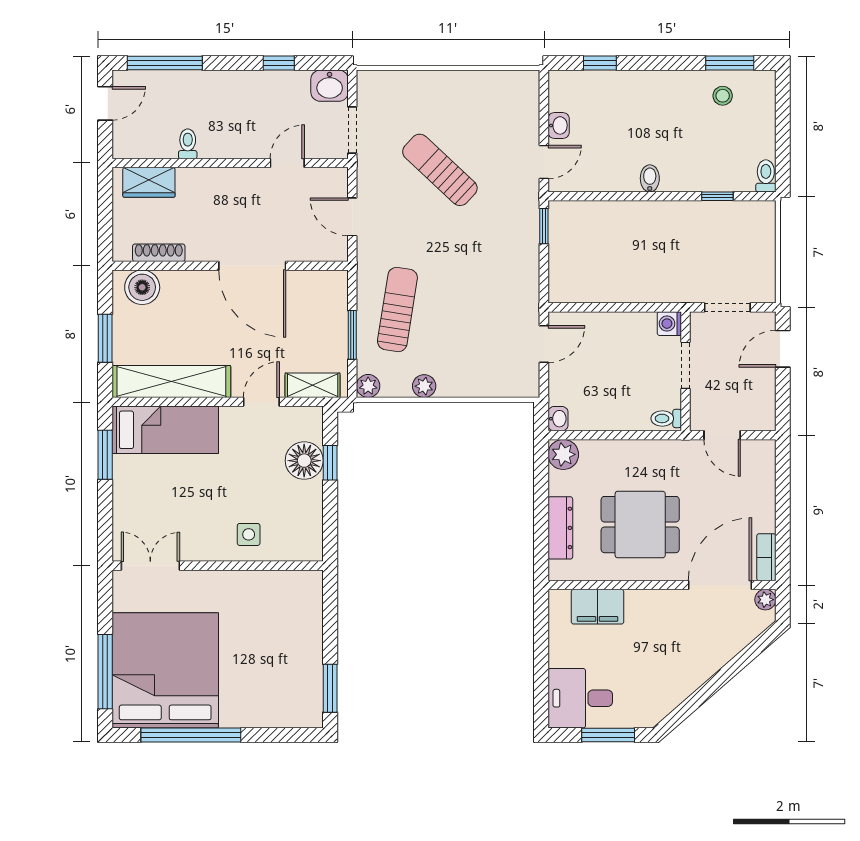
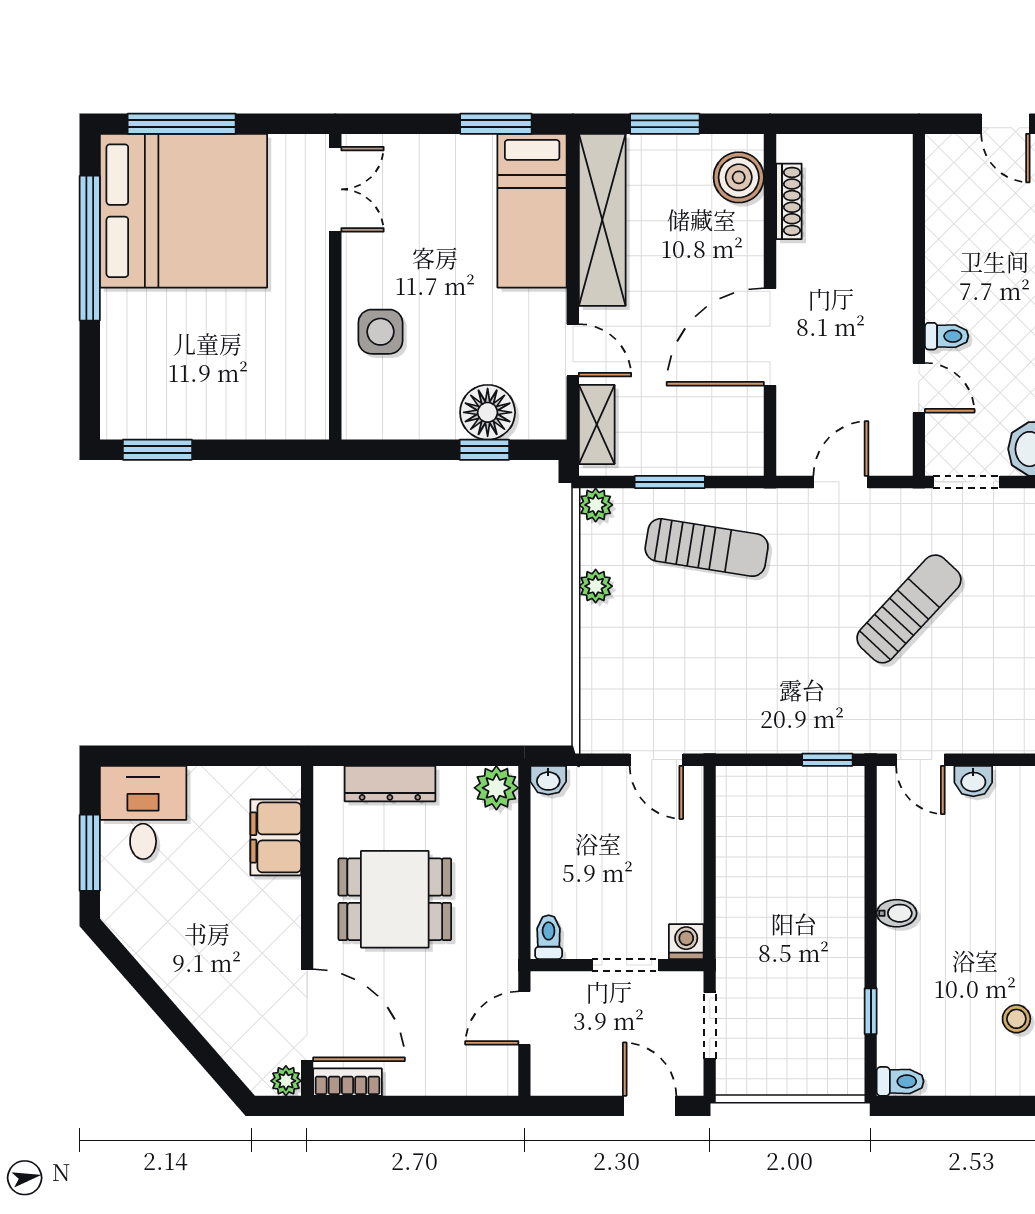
toilet: (188, 144) -> (947, 336), moved
wardrobe: (149, 182) -> (891, 187), removed
dining table: (640, 525) -> (395, 899), turned 90
side table: (249, 534) -> (380, 332), width x1.37, depth x1.37

